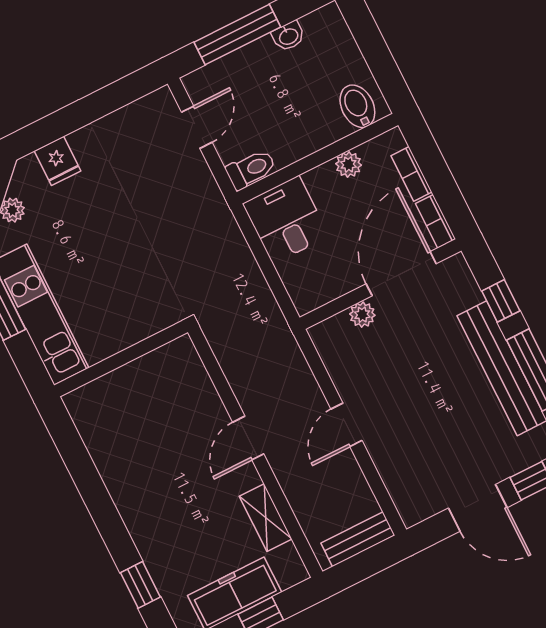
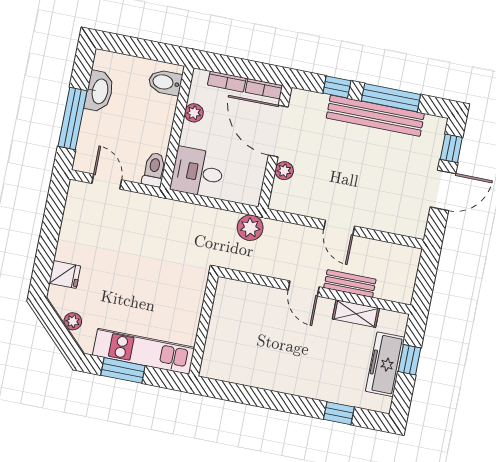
washbasin: (288, 36) -> (99, 91), width x1.91, depth x1.45
plant: (270, 326) -> (250, 228), added
bench: (358, 539) -> (350, 284), moved, turned 90

